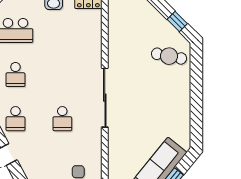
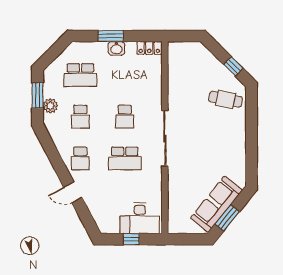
school desk: (62, 75) -> (125, 117), added
school desk: (62, 119) -> (125, 158), width x1.85

